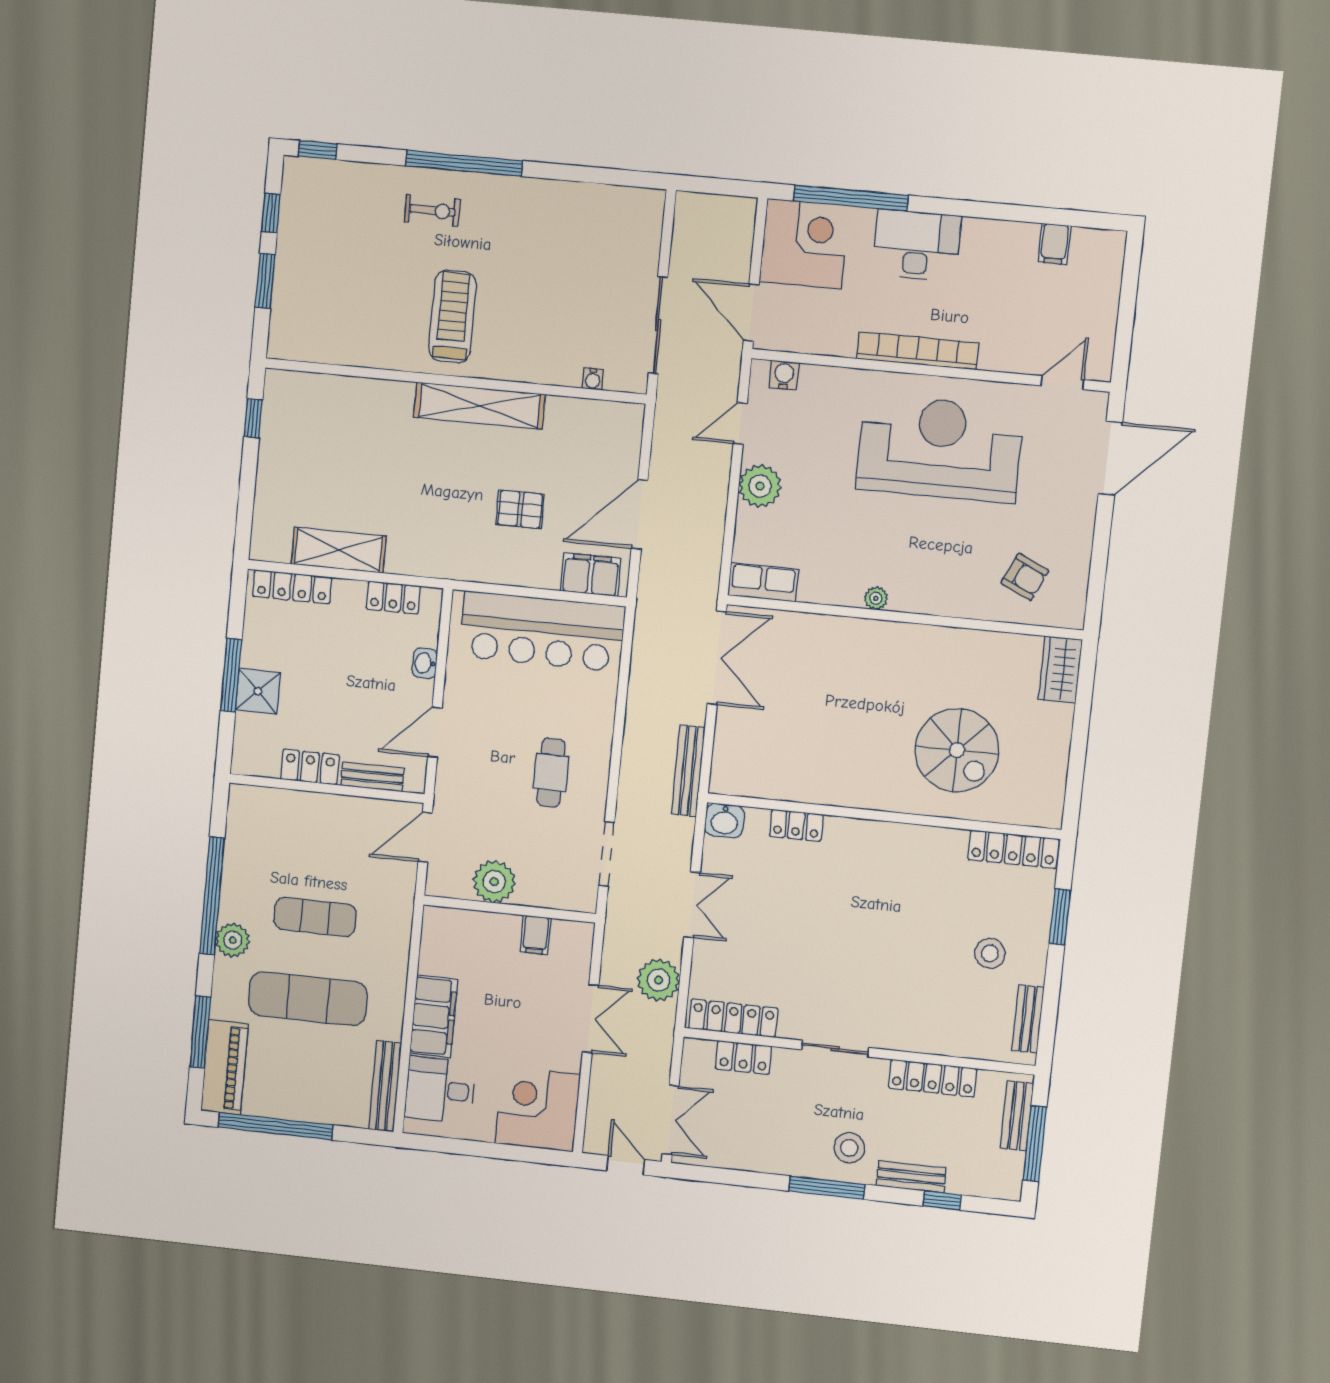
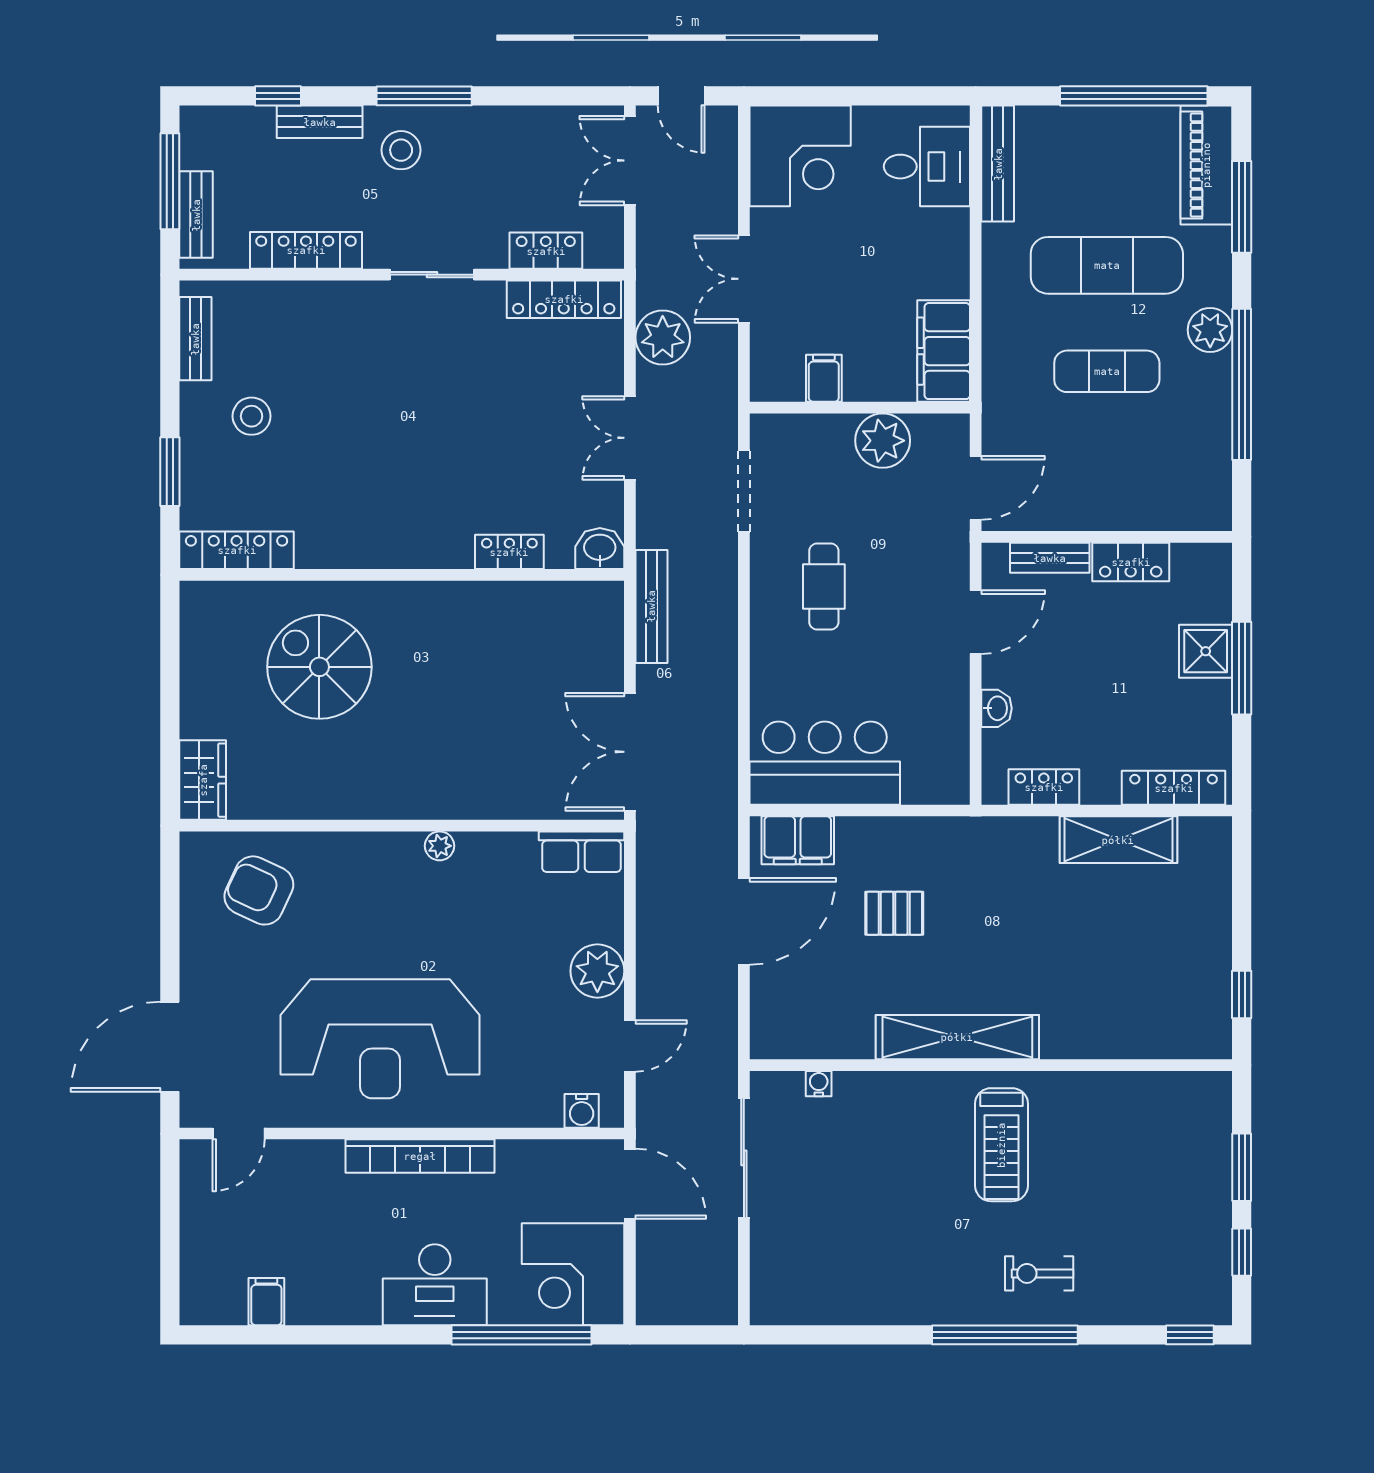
armchair: (1025, 577) -> (259, 890), width x1.38, depth x1.38
bar counter: (542, 631) -> (825, 763), width x0.73
filing cabinet: (434, 1016) -> (944, 351), moved

